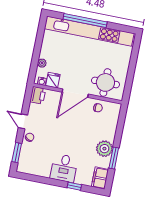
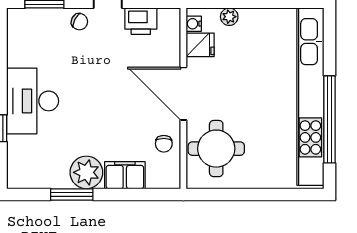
window: (85, 20) -> (330, 119), moved
printer: (38, 95) -> (141, 21), moved
desk: (64, 168) -> (33, 101), width x1.37
filing cabinet: (100, 178) -> (125, 175), moved

